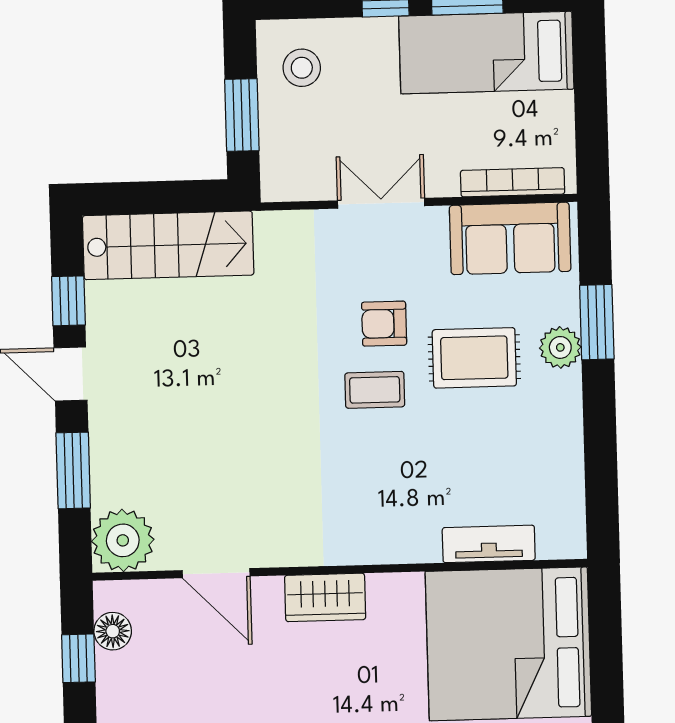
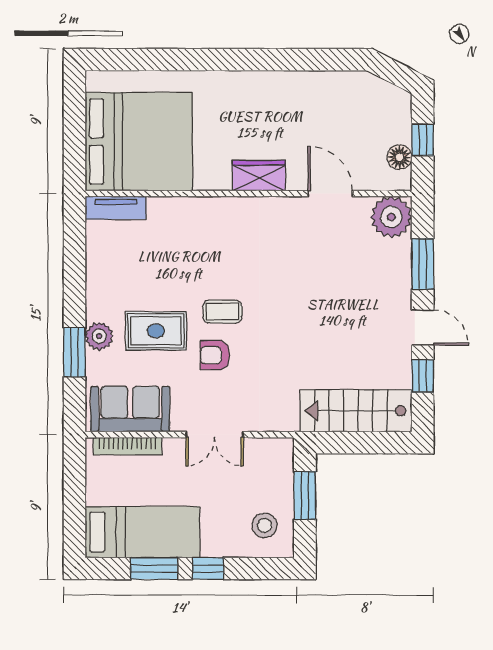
armchair: (384, 324) -> (215, 355), turned 180
tv unit: (489, 544) -> (116, 208), moved

